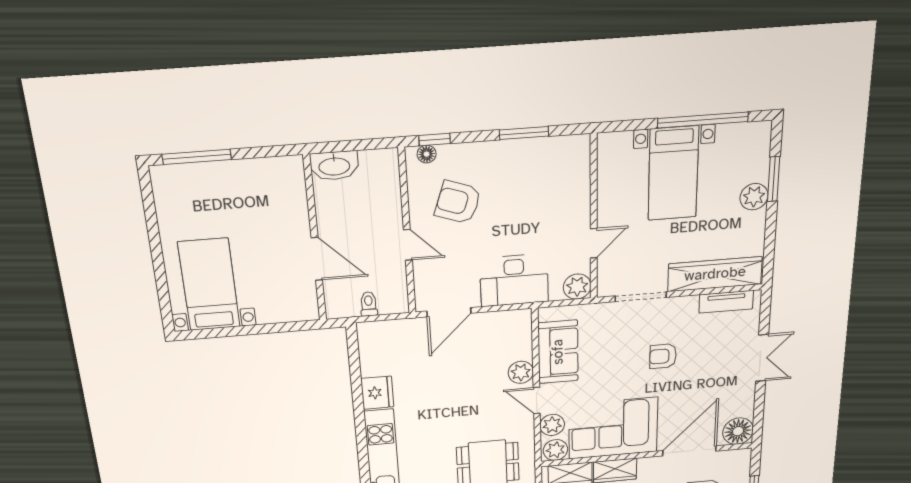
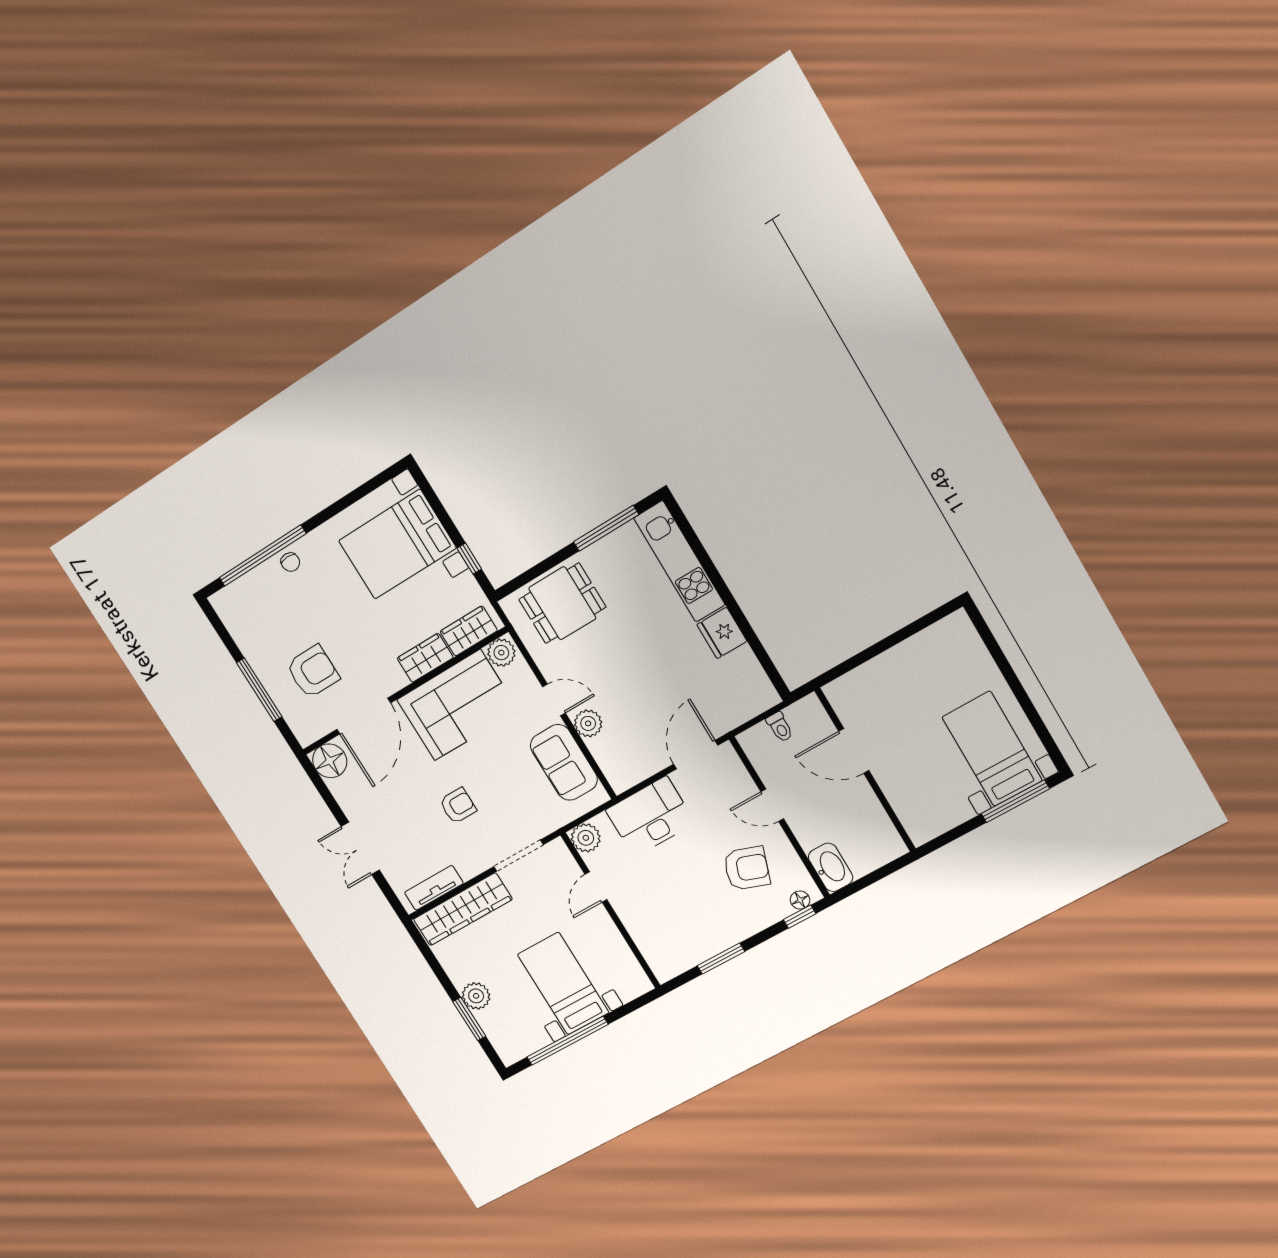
washbasin: (334, 166) -> (831, 867), moved, turned 90
bed with nightstands: (209, 285) -> (992, 749), moved, turned 180
plant: (552, 425) -> (522, 680), removed

